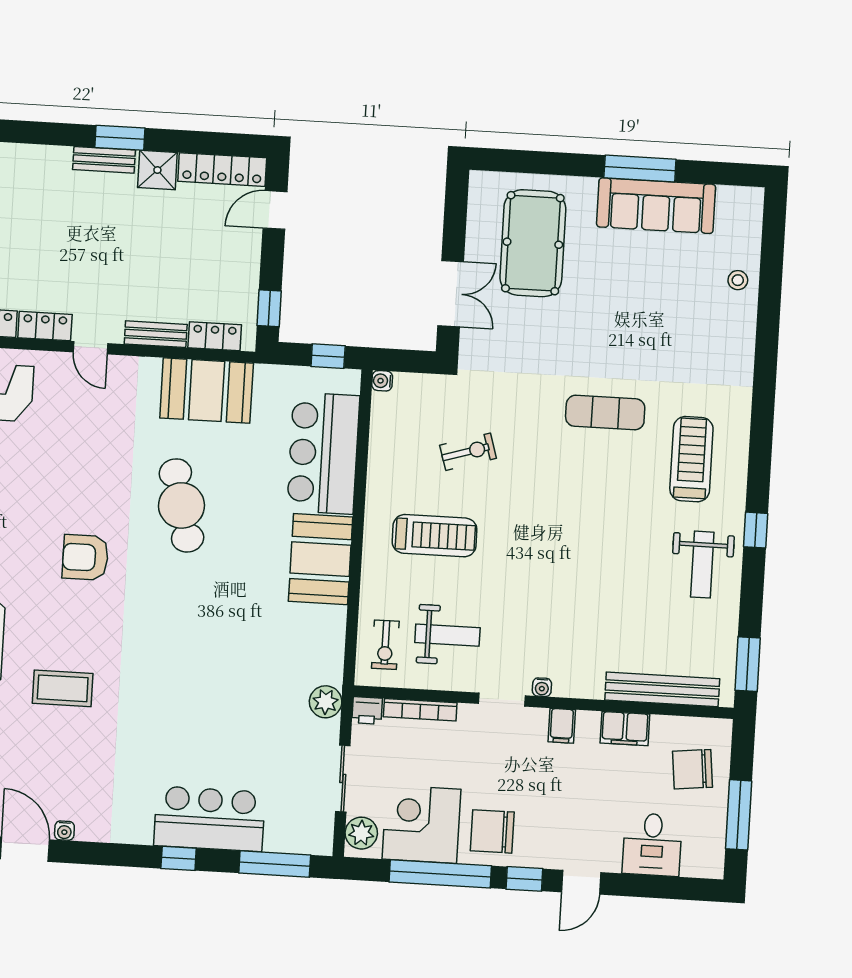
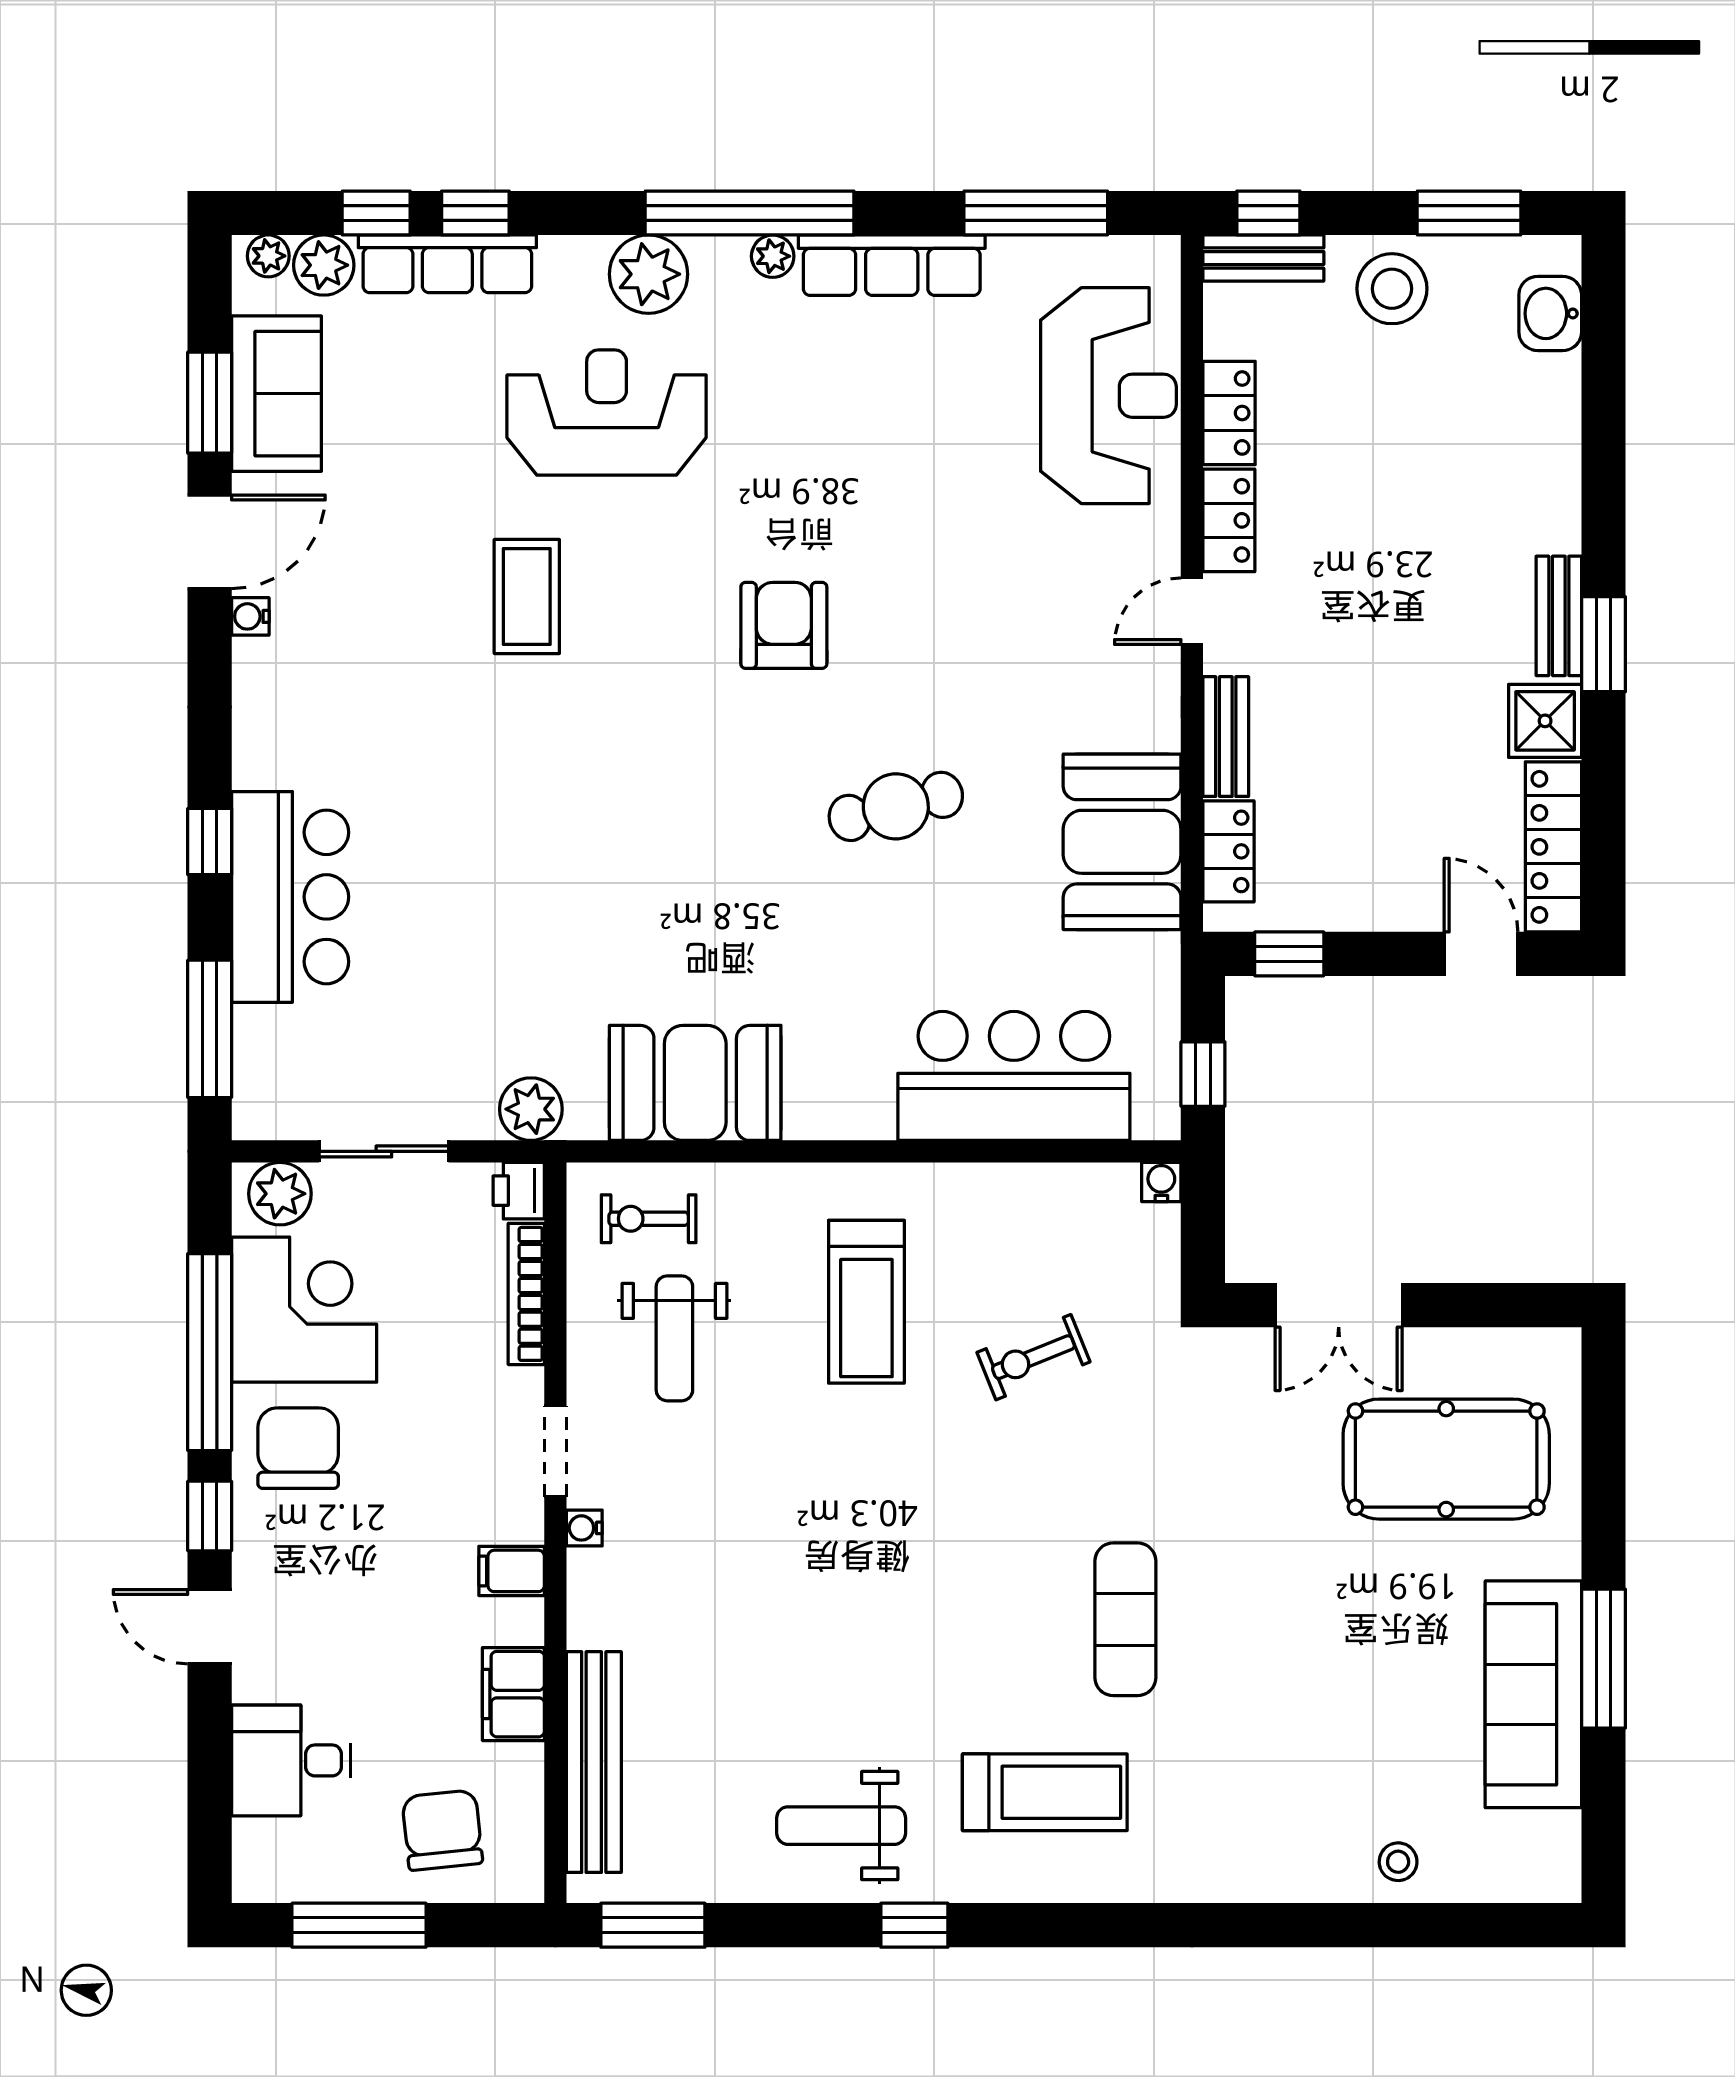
exercise bike: (468, 452) -> (1033, 1357), turned 85
cafe table: (181, 505) -> (896, 806), width x0.73, depth x0.74
booth: (321, 559) -> (695, 1083), moved

